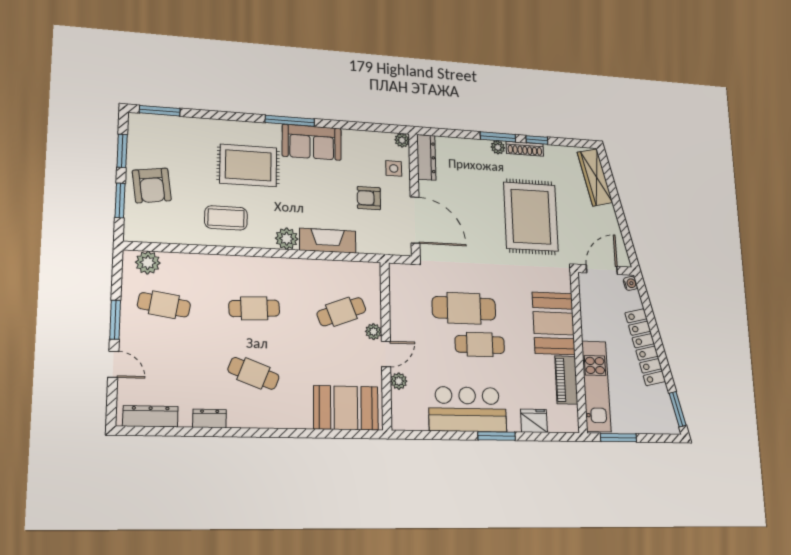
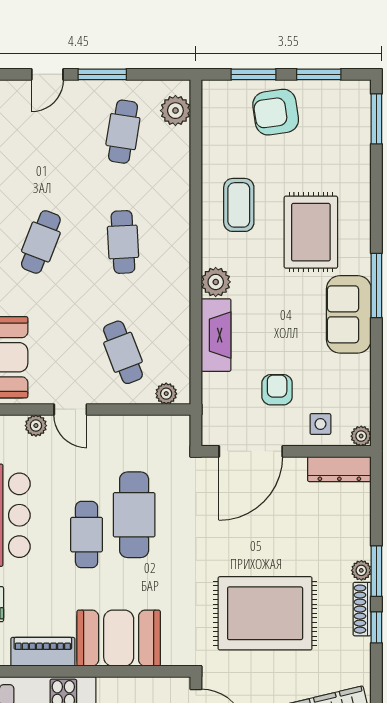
plant: (373, 332) -> (166, 394), moved

